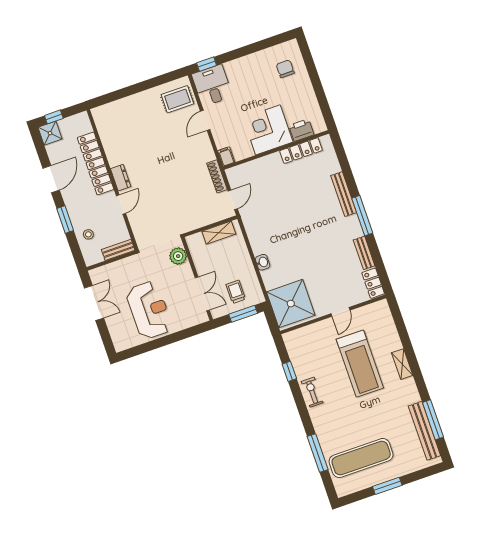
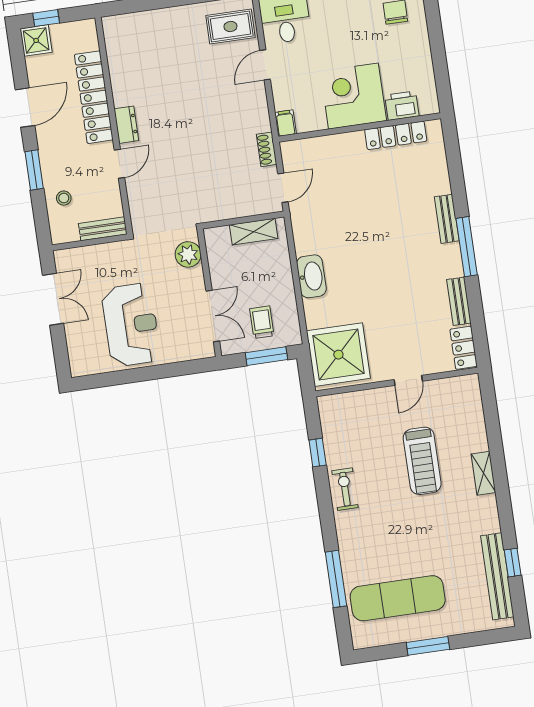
shoe rack: (217, 176) -> (267, 149), width x0.70
bench: (344, 194) -> (447, 219), width x0.73
washbasin: (263, 262) -> (311, 276), width x1.91, depth x1.45
treadmill: (360, 364) -> (422, 461), width x0.73, depth x0.73
window: (433, 420) -> (513, 563), width x0.46

